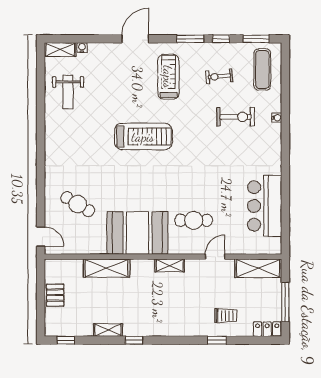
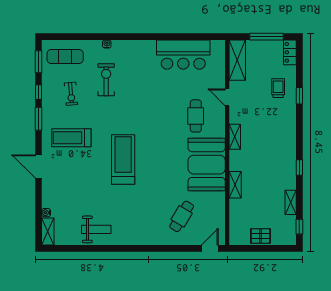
weight bench: (68, 92) -> (96, 229), moved
shelving: (107, 268) -> (235, 185), width x0.67, depth x0.75
shelving: (108, 330) -> (291, 202), moved

